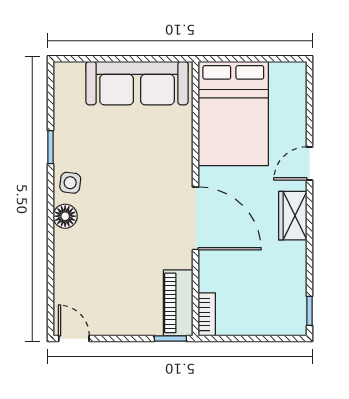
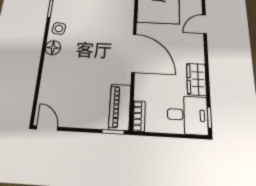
wardrobe: (293, 216) -> (196, 79), moved
desk: (278, 309) -> (188, 115), added

